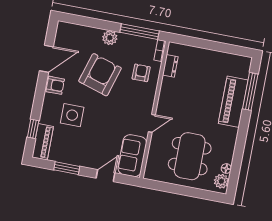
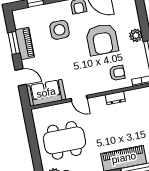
dresser: (170, 66) -> (115, 98), moved
armchair: (100, 75) -> (102, 40), turned 73
piano: (43, 142) -> (25, 43), moved, turned -90

